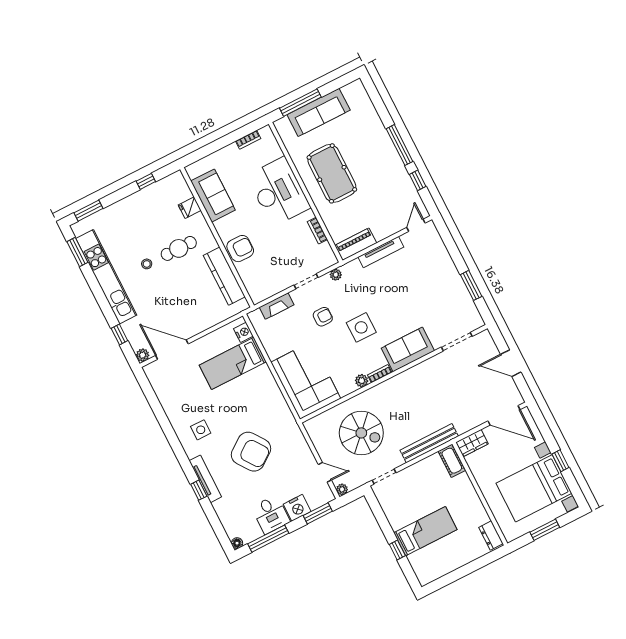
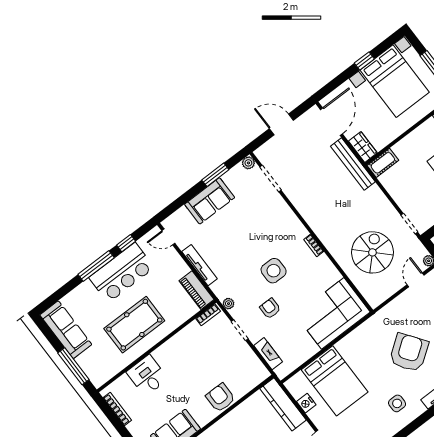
sofa: (319, 112) -> (66, 330), moved
bookcase: (248, 140) -> (117, 409), width x1.56
bar counter: (388, 170) -> (122, 273), added
desk: (279, 192) -> (147, 376), width x0.53, depth x0.77
bookcase: (317, 231) -> (208, 315), moved
kitchen counter: (224, 276) -> (283, 404), moved, turned 90
nightstand: (243, 332) -> (306, 403), moved, turned -90
sofa: (408, 349) -> (210, 201), moved, turned -90
bed: (233, 363) -> (335, 381), width x1.50
door: (511, 363) -> (281, 124), swing flipped
plant: (362, 381) -> (248, 163), moved
bench: (429, 443) -> (353, 164), moved

